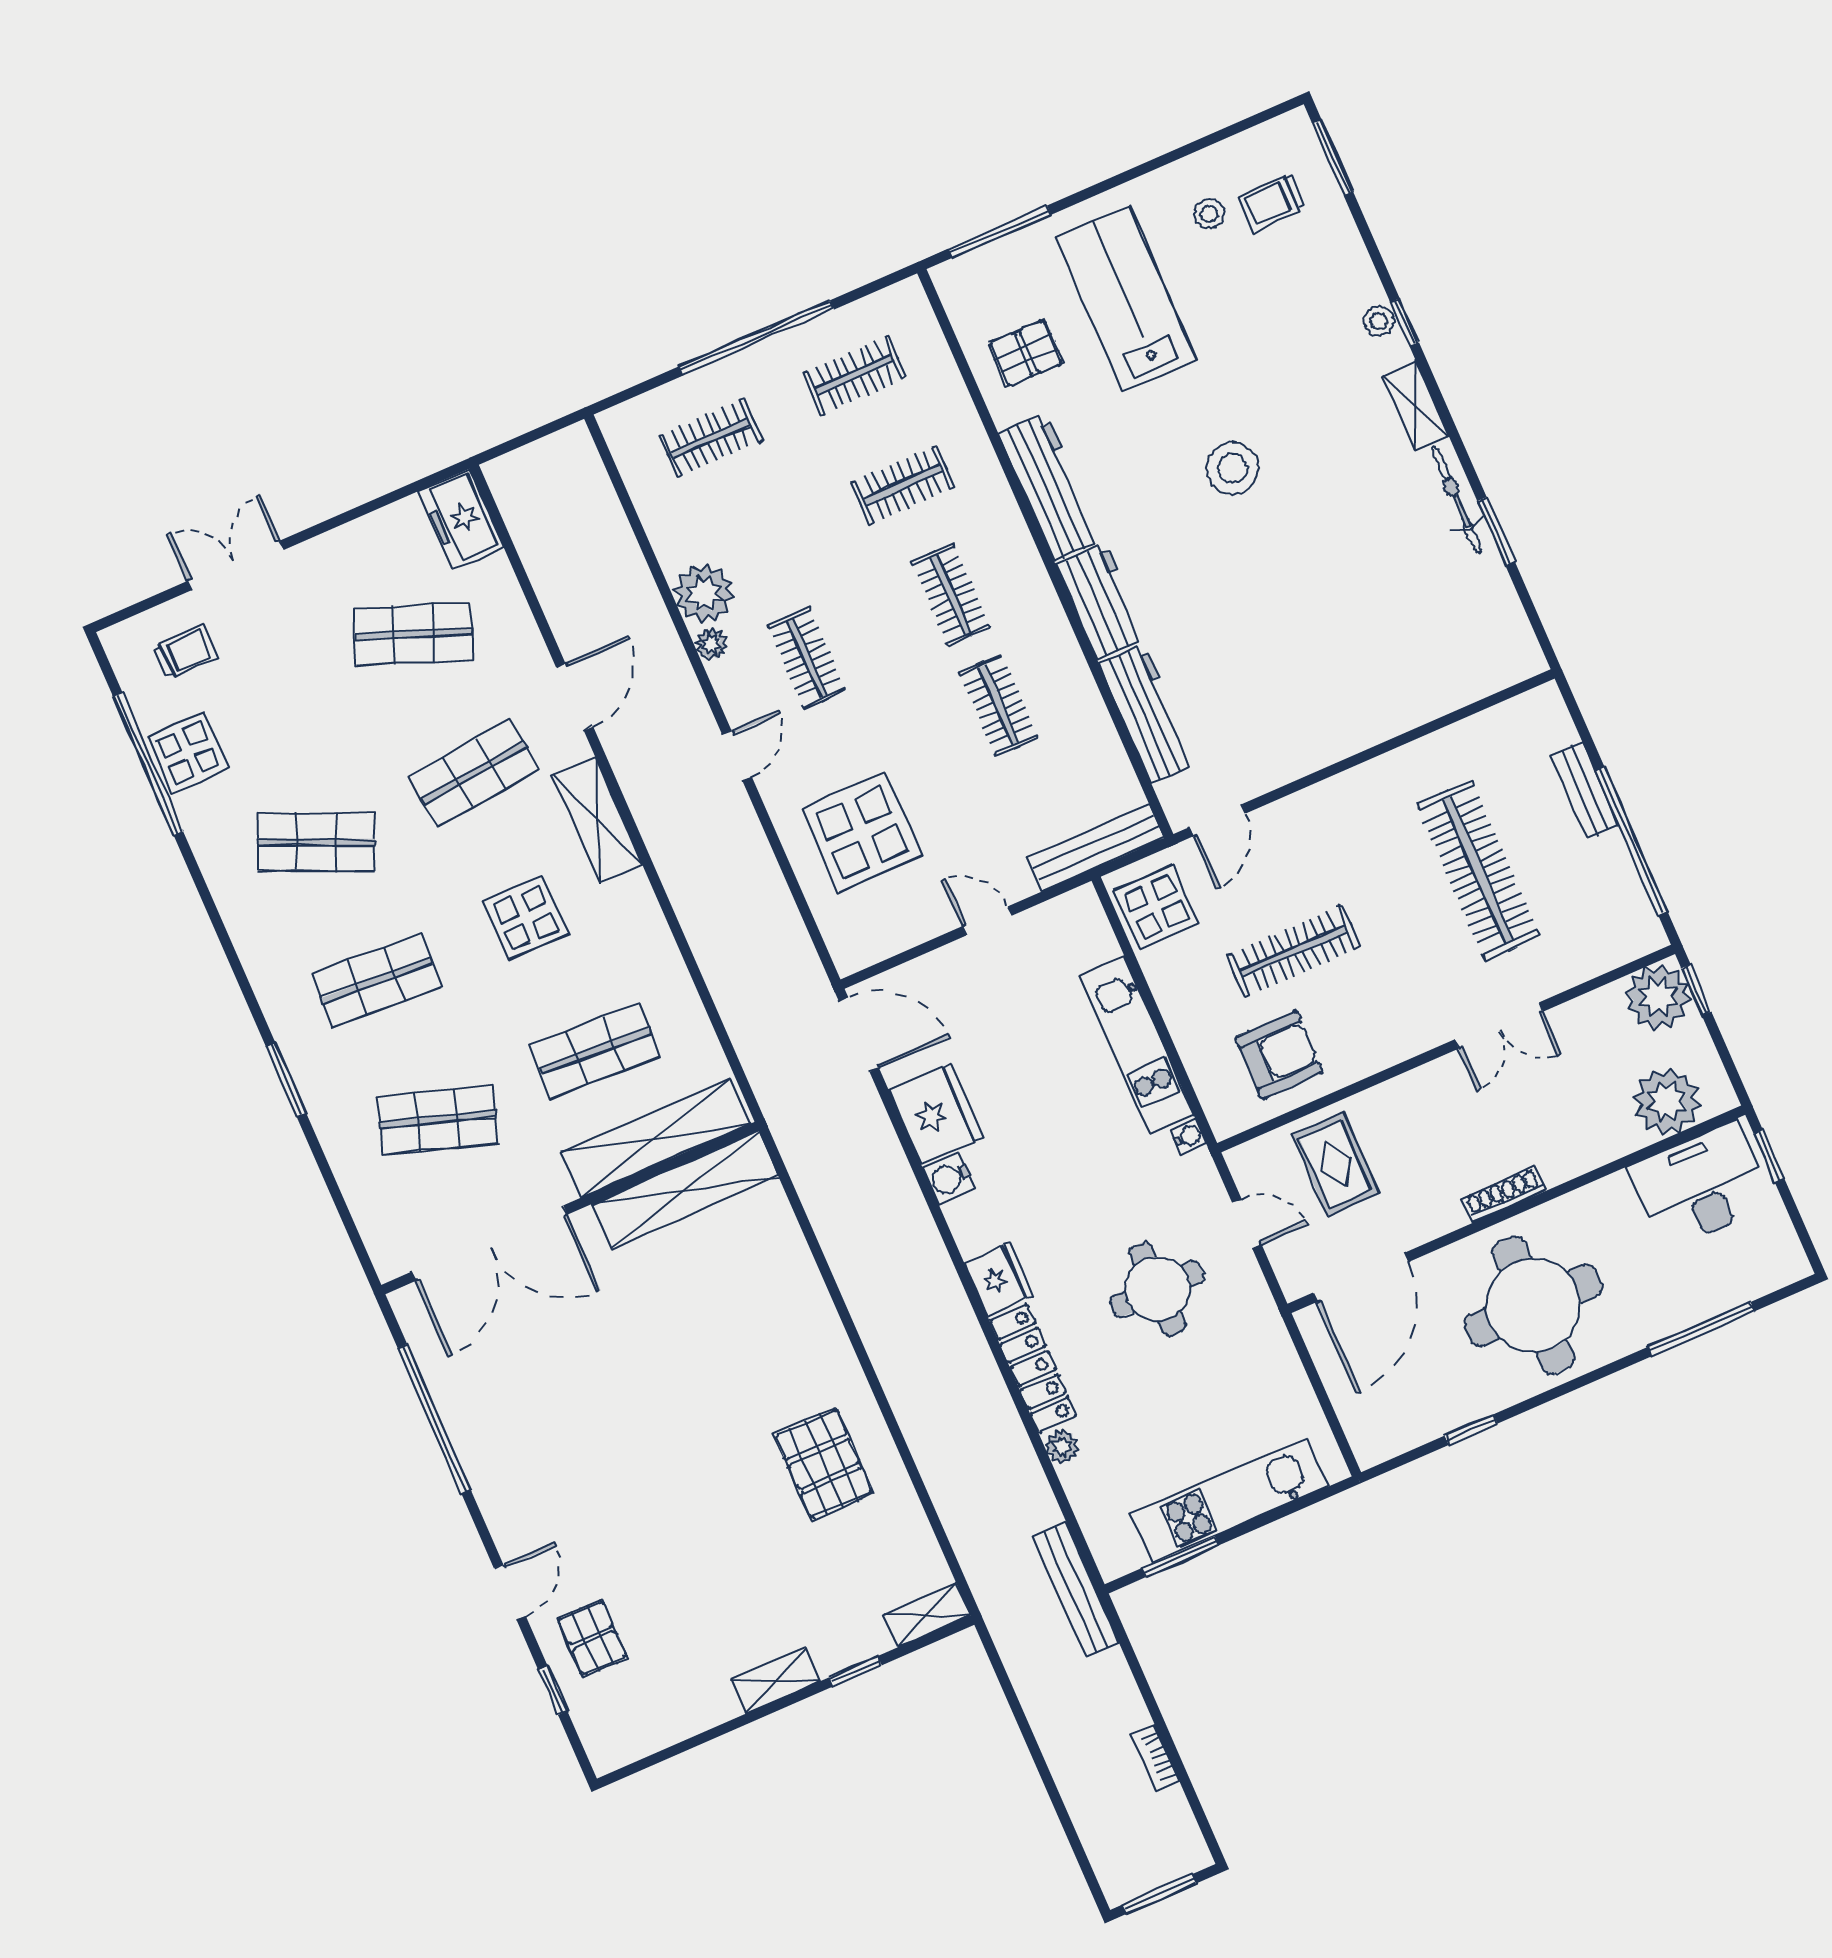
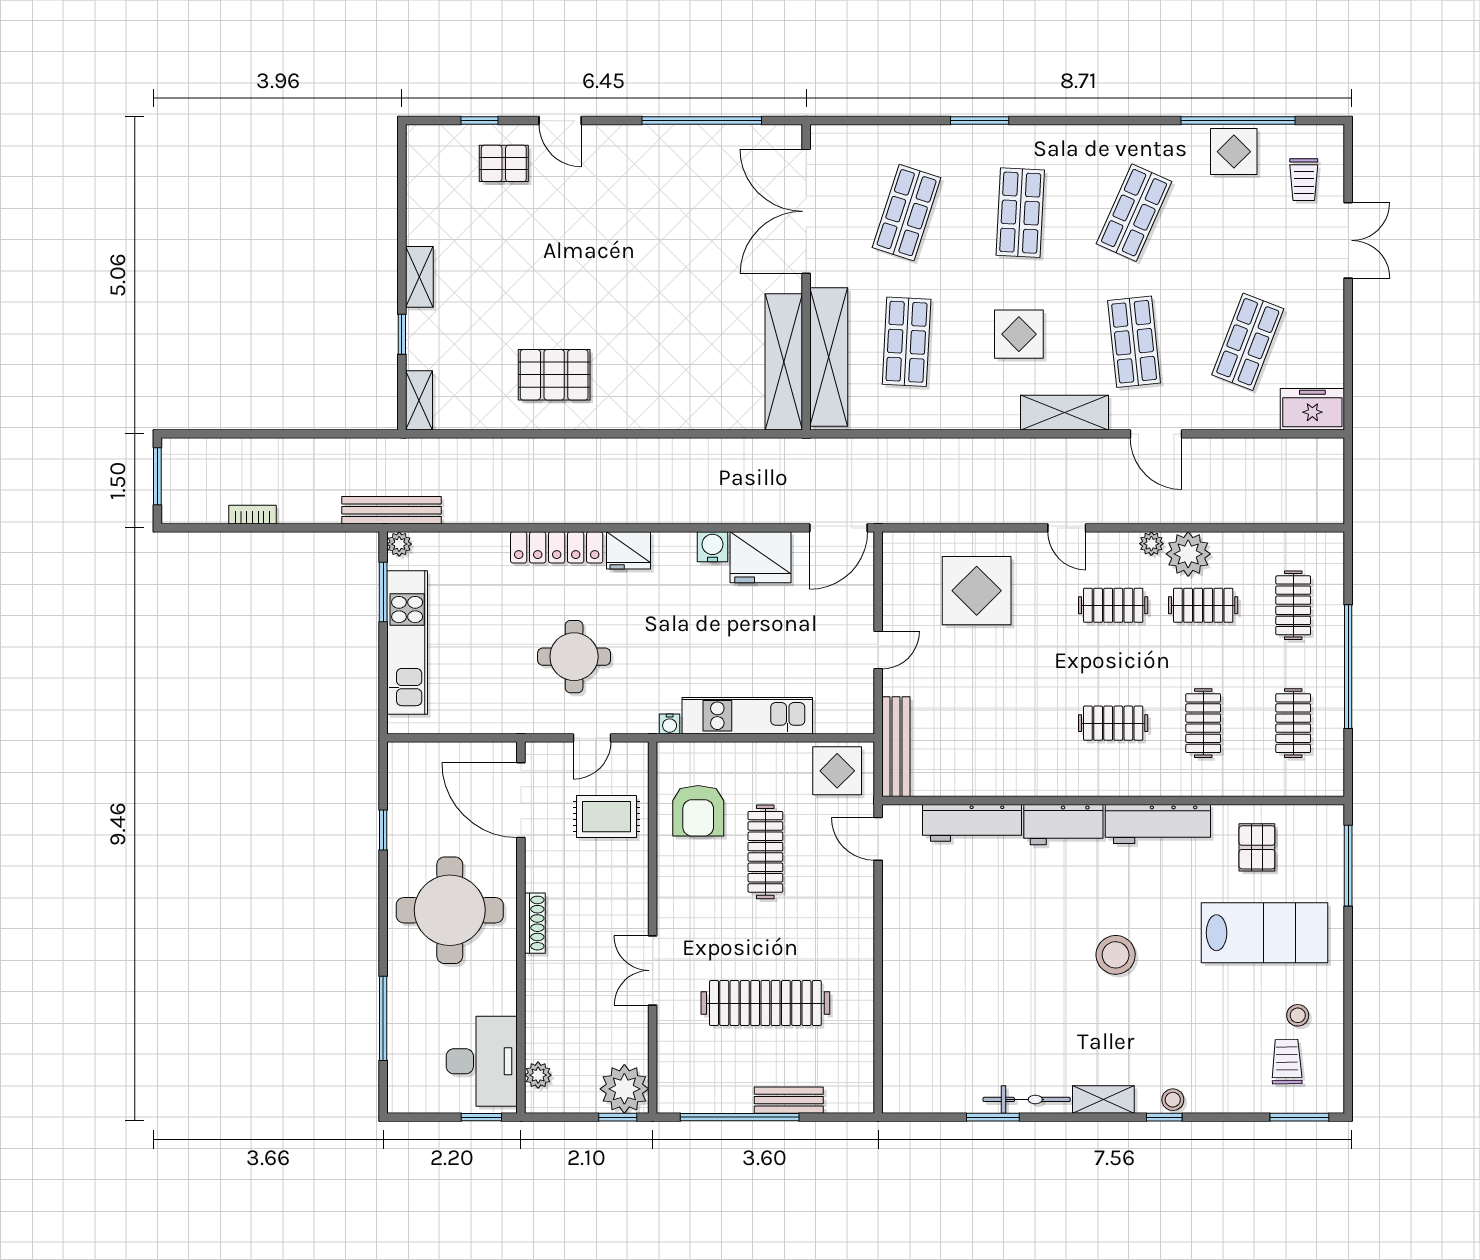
clothes rail: (999, 705) -> (1203, 605), moved
plant: (1667, 1101) -> (538, 1075), width x0.53, depth x0.53
plant: (1062, 1446) -> (399, 544), moved

